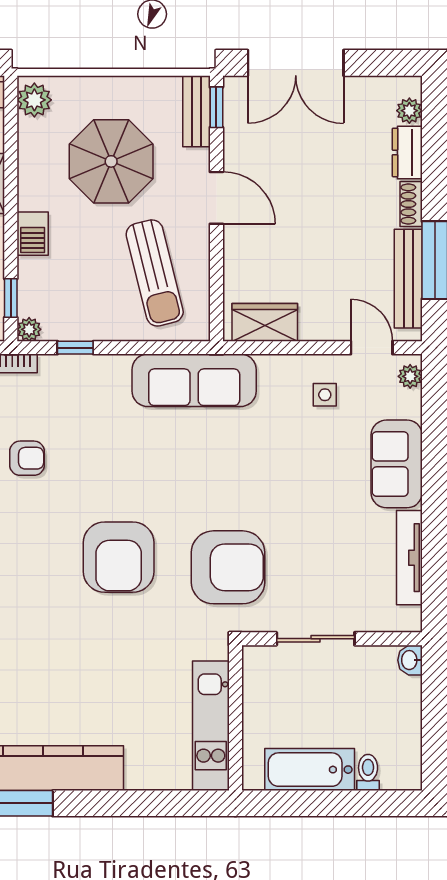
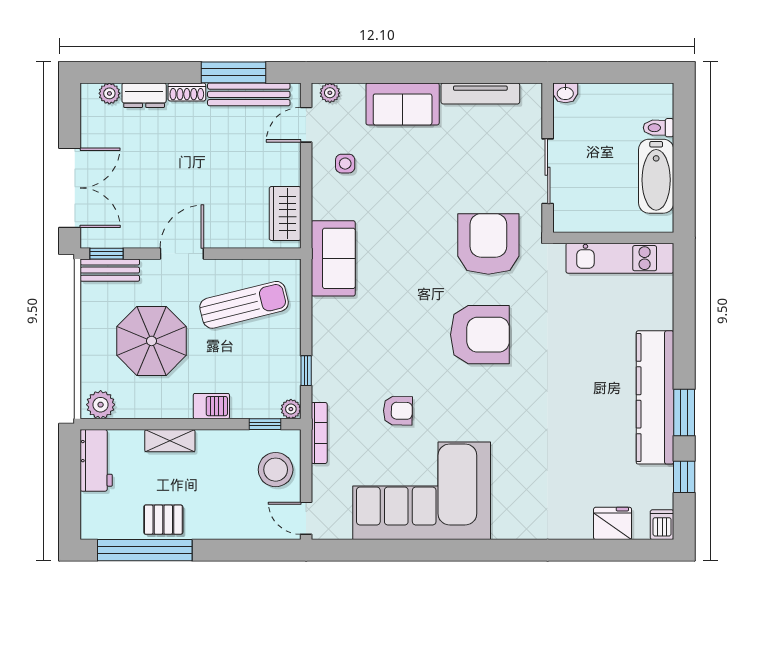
sofa: (194, 380) -> (333, 258), width x0.73
armchair: (27, 458) -> (398, 411), turned 91

